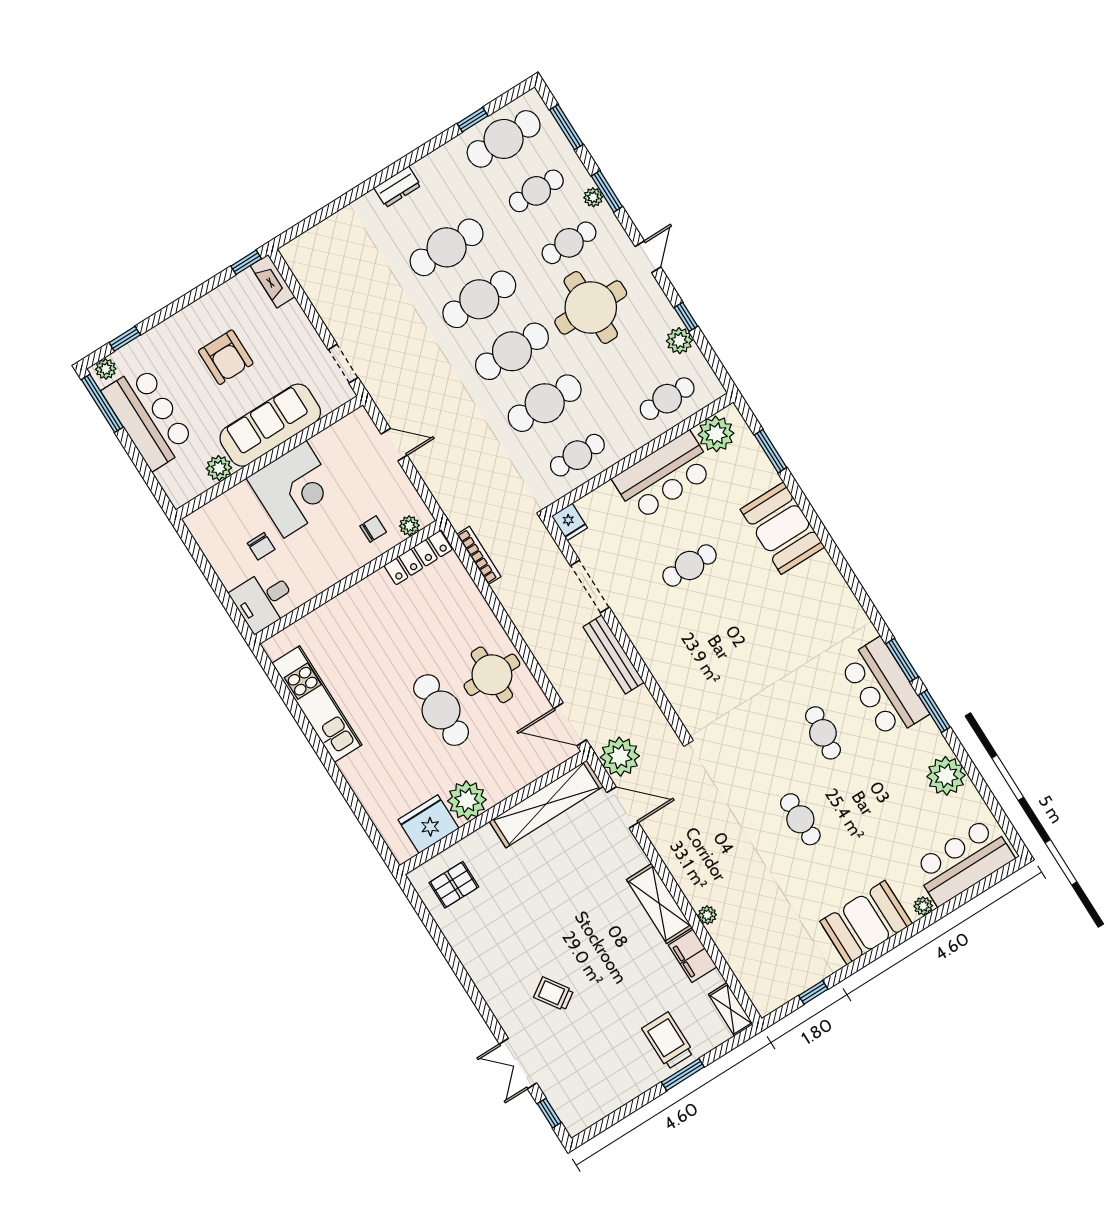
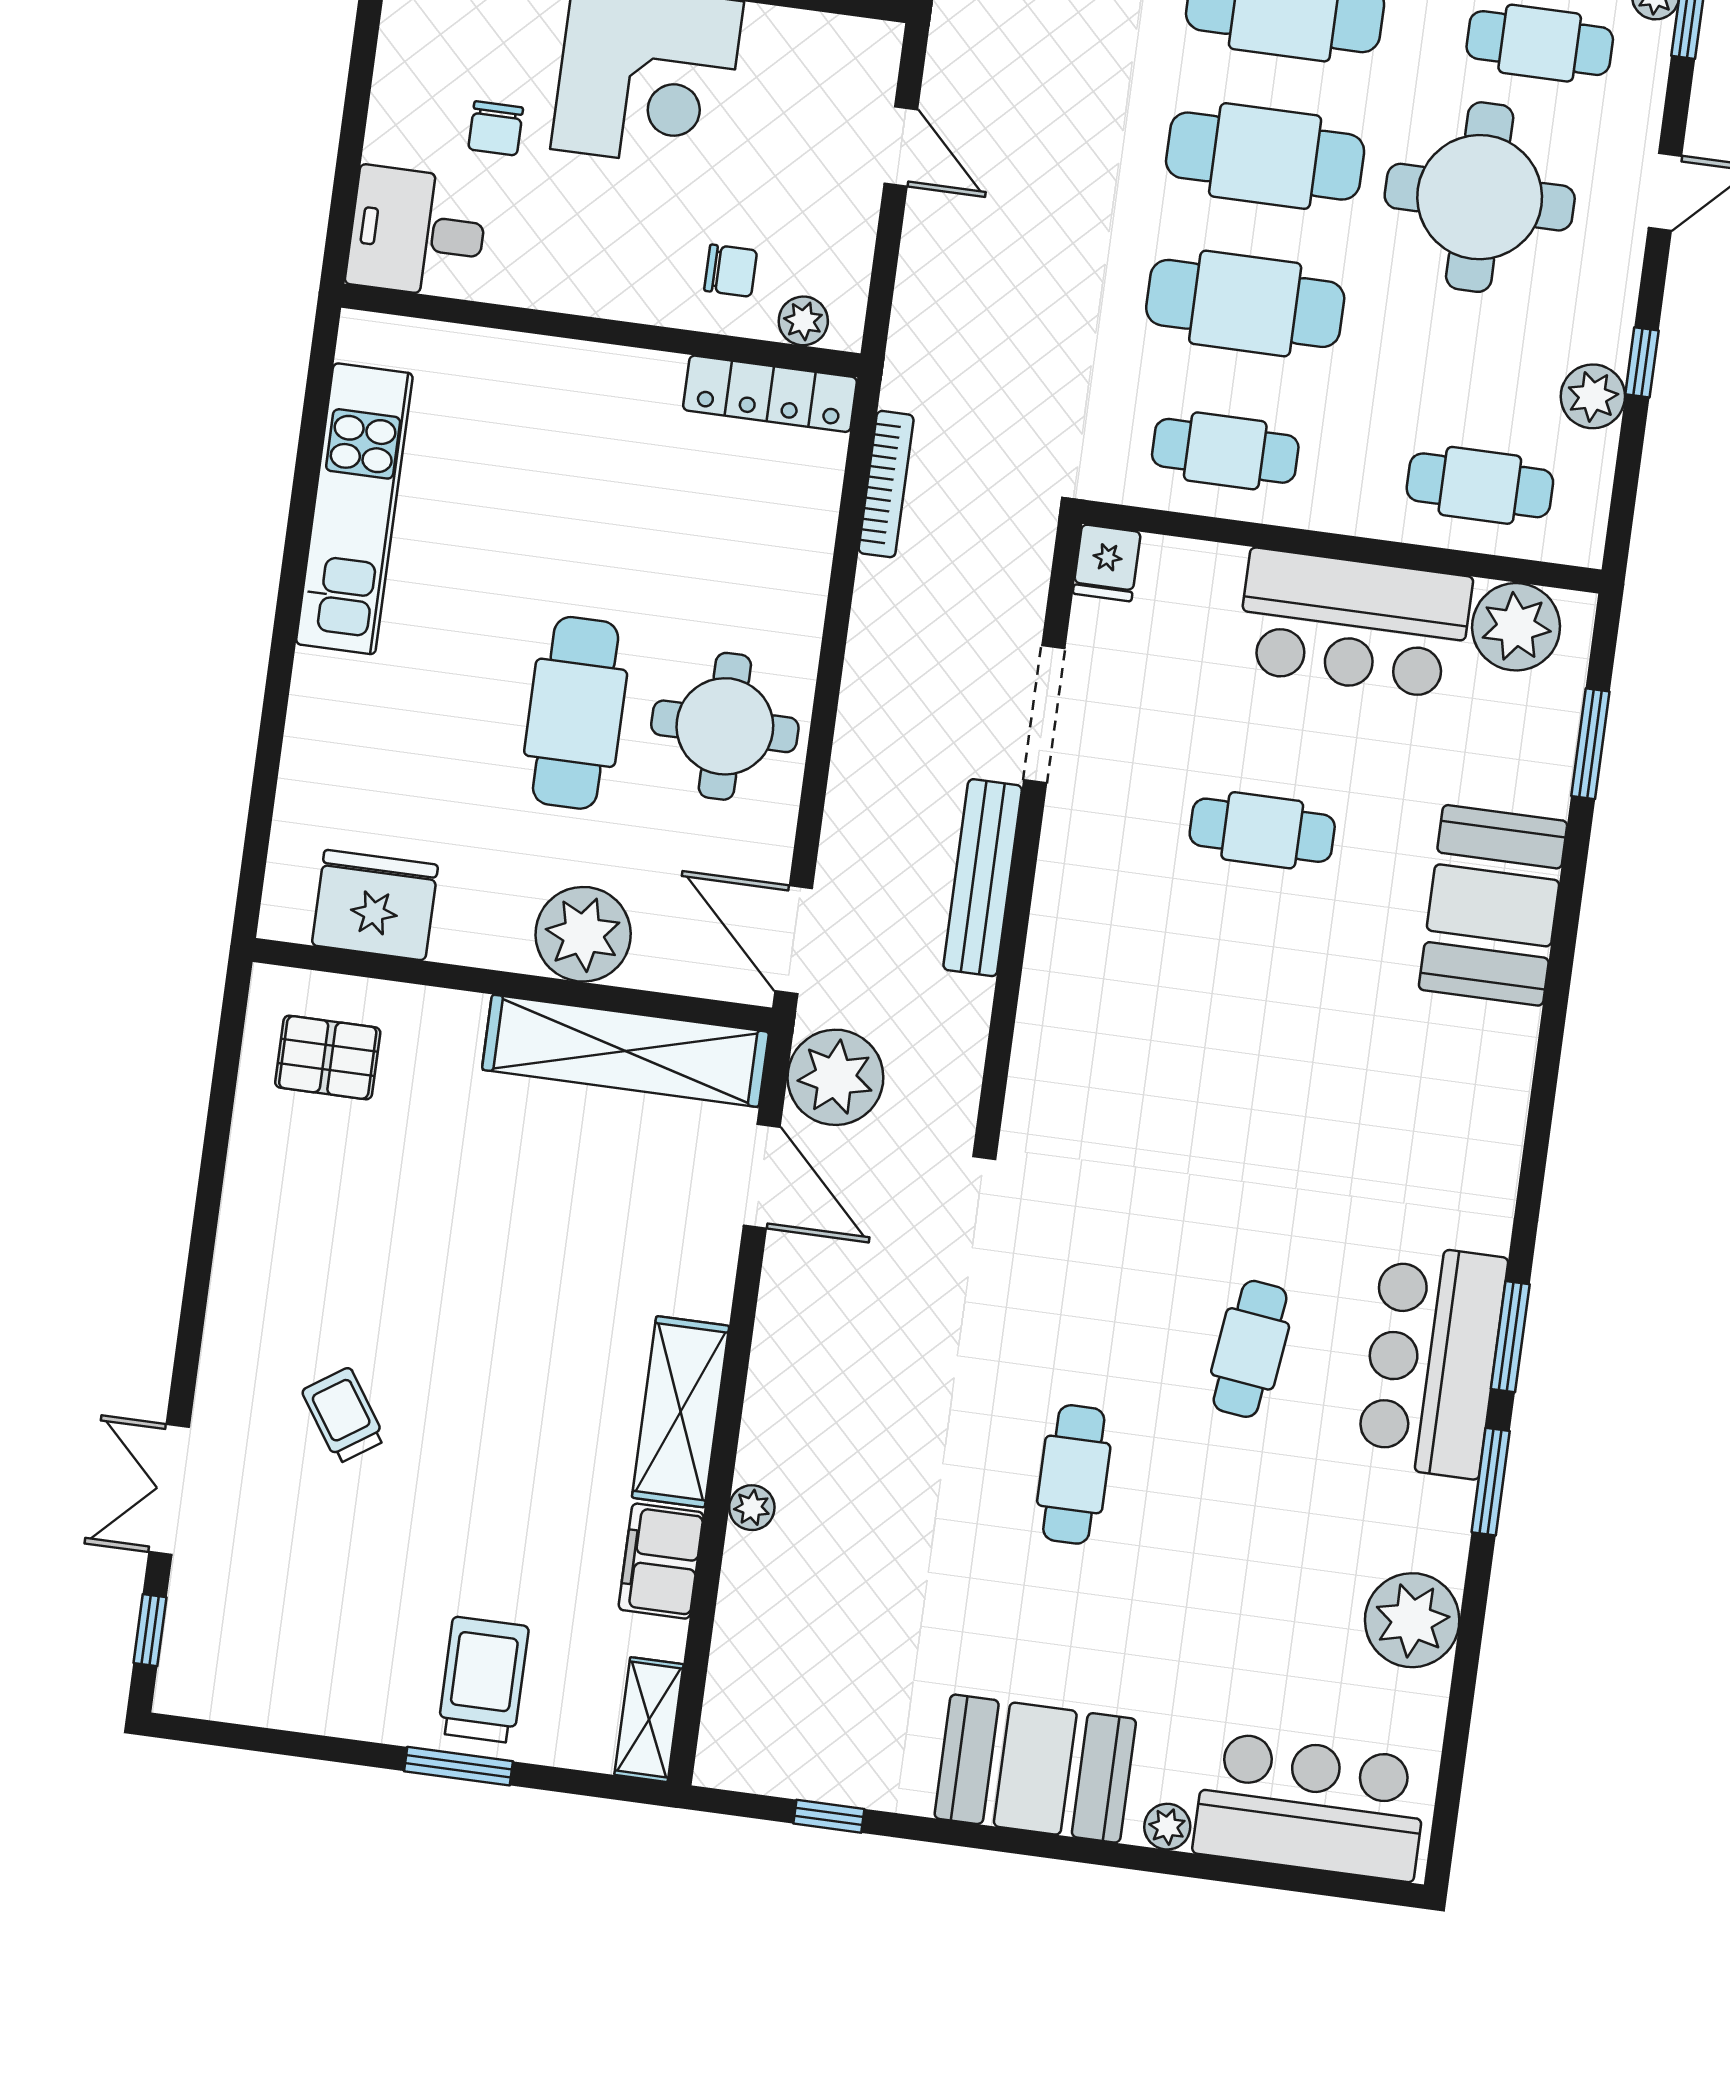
plant: (467, 800) -> (583, 934), moved

